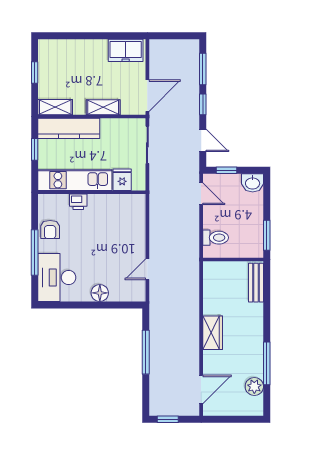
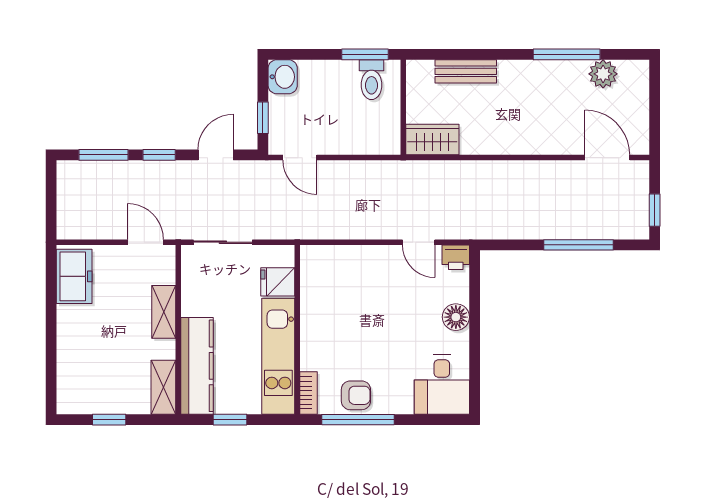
door: (147, 96) -> (145, 242), width x0.73
door: (201, 194) -> (300, 158), swing flipped
bookcase: (52, 199) -> (308, 393), added
printer: (78, 202) -> (456, 257), moved, turned 90
toilet: (216, 238) -> (372, 80), moved, turned 180
window: (35, 253) -> (358, 420), moved
desk: (57, 278) -> (442, 385), width x0.73
bench: (256, 283) -> (466, 71), moved
wardrobe: (213, 333) -> (432, 140), moved
window: (146, 352) -> (578, 245), moved

